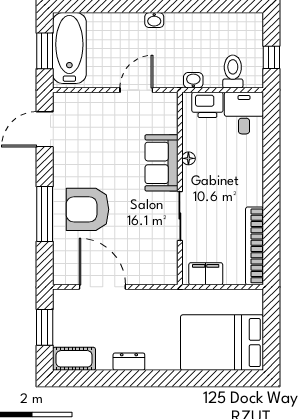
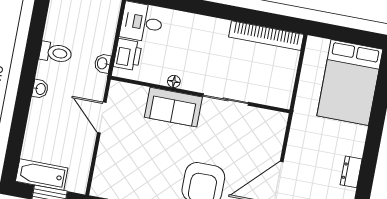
bathtub: (69, 48) -> (42, 175), width x0.73, depth x0.73
toilet: (233, 72) -> (56, 53), moved, turned 180
filing cabinet: (206, 274) -> (283, 86), removed

